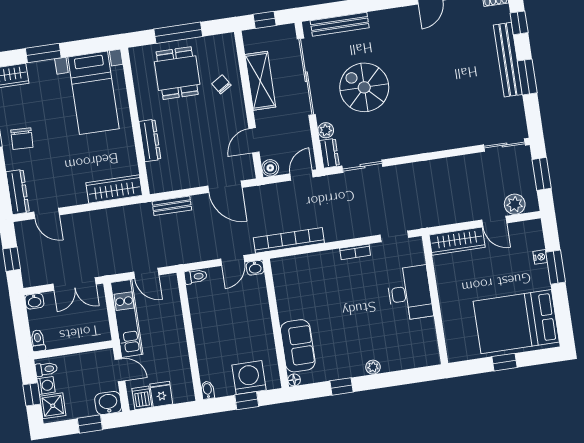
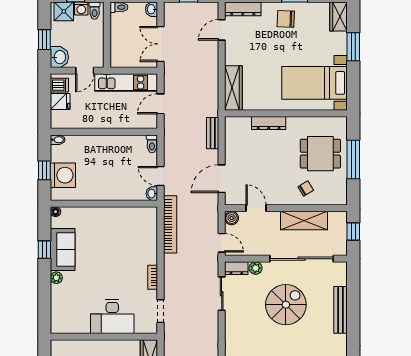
bench: (340, 24) -> (340, 310), moved
sofa: (298, 346) -> (63, 250), moved, turned -90

